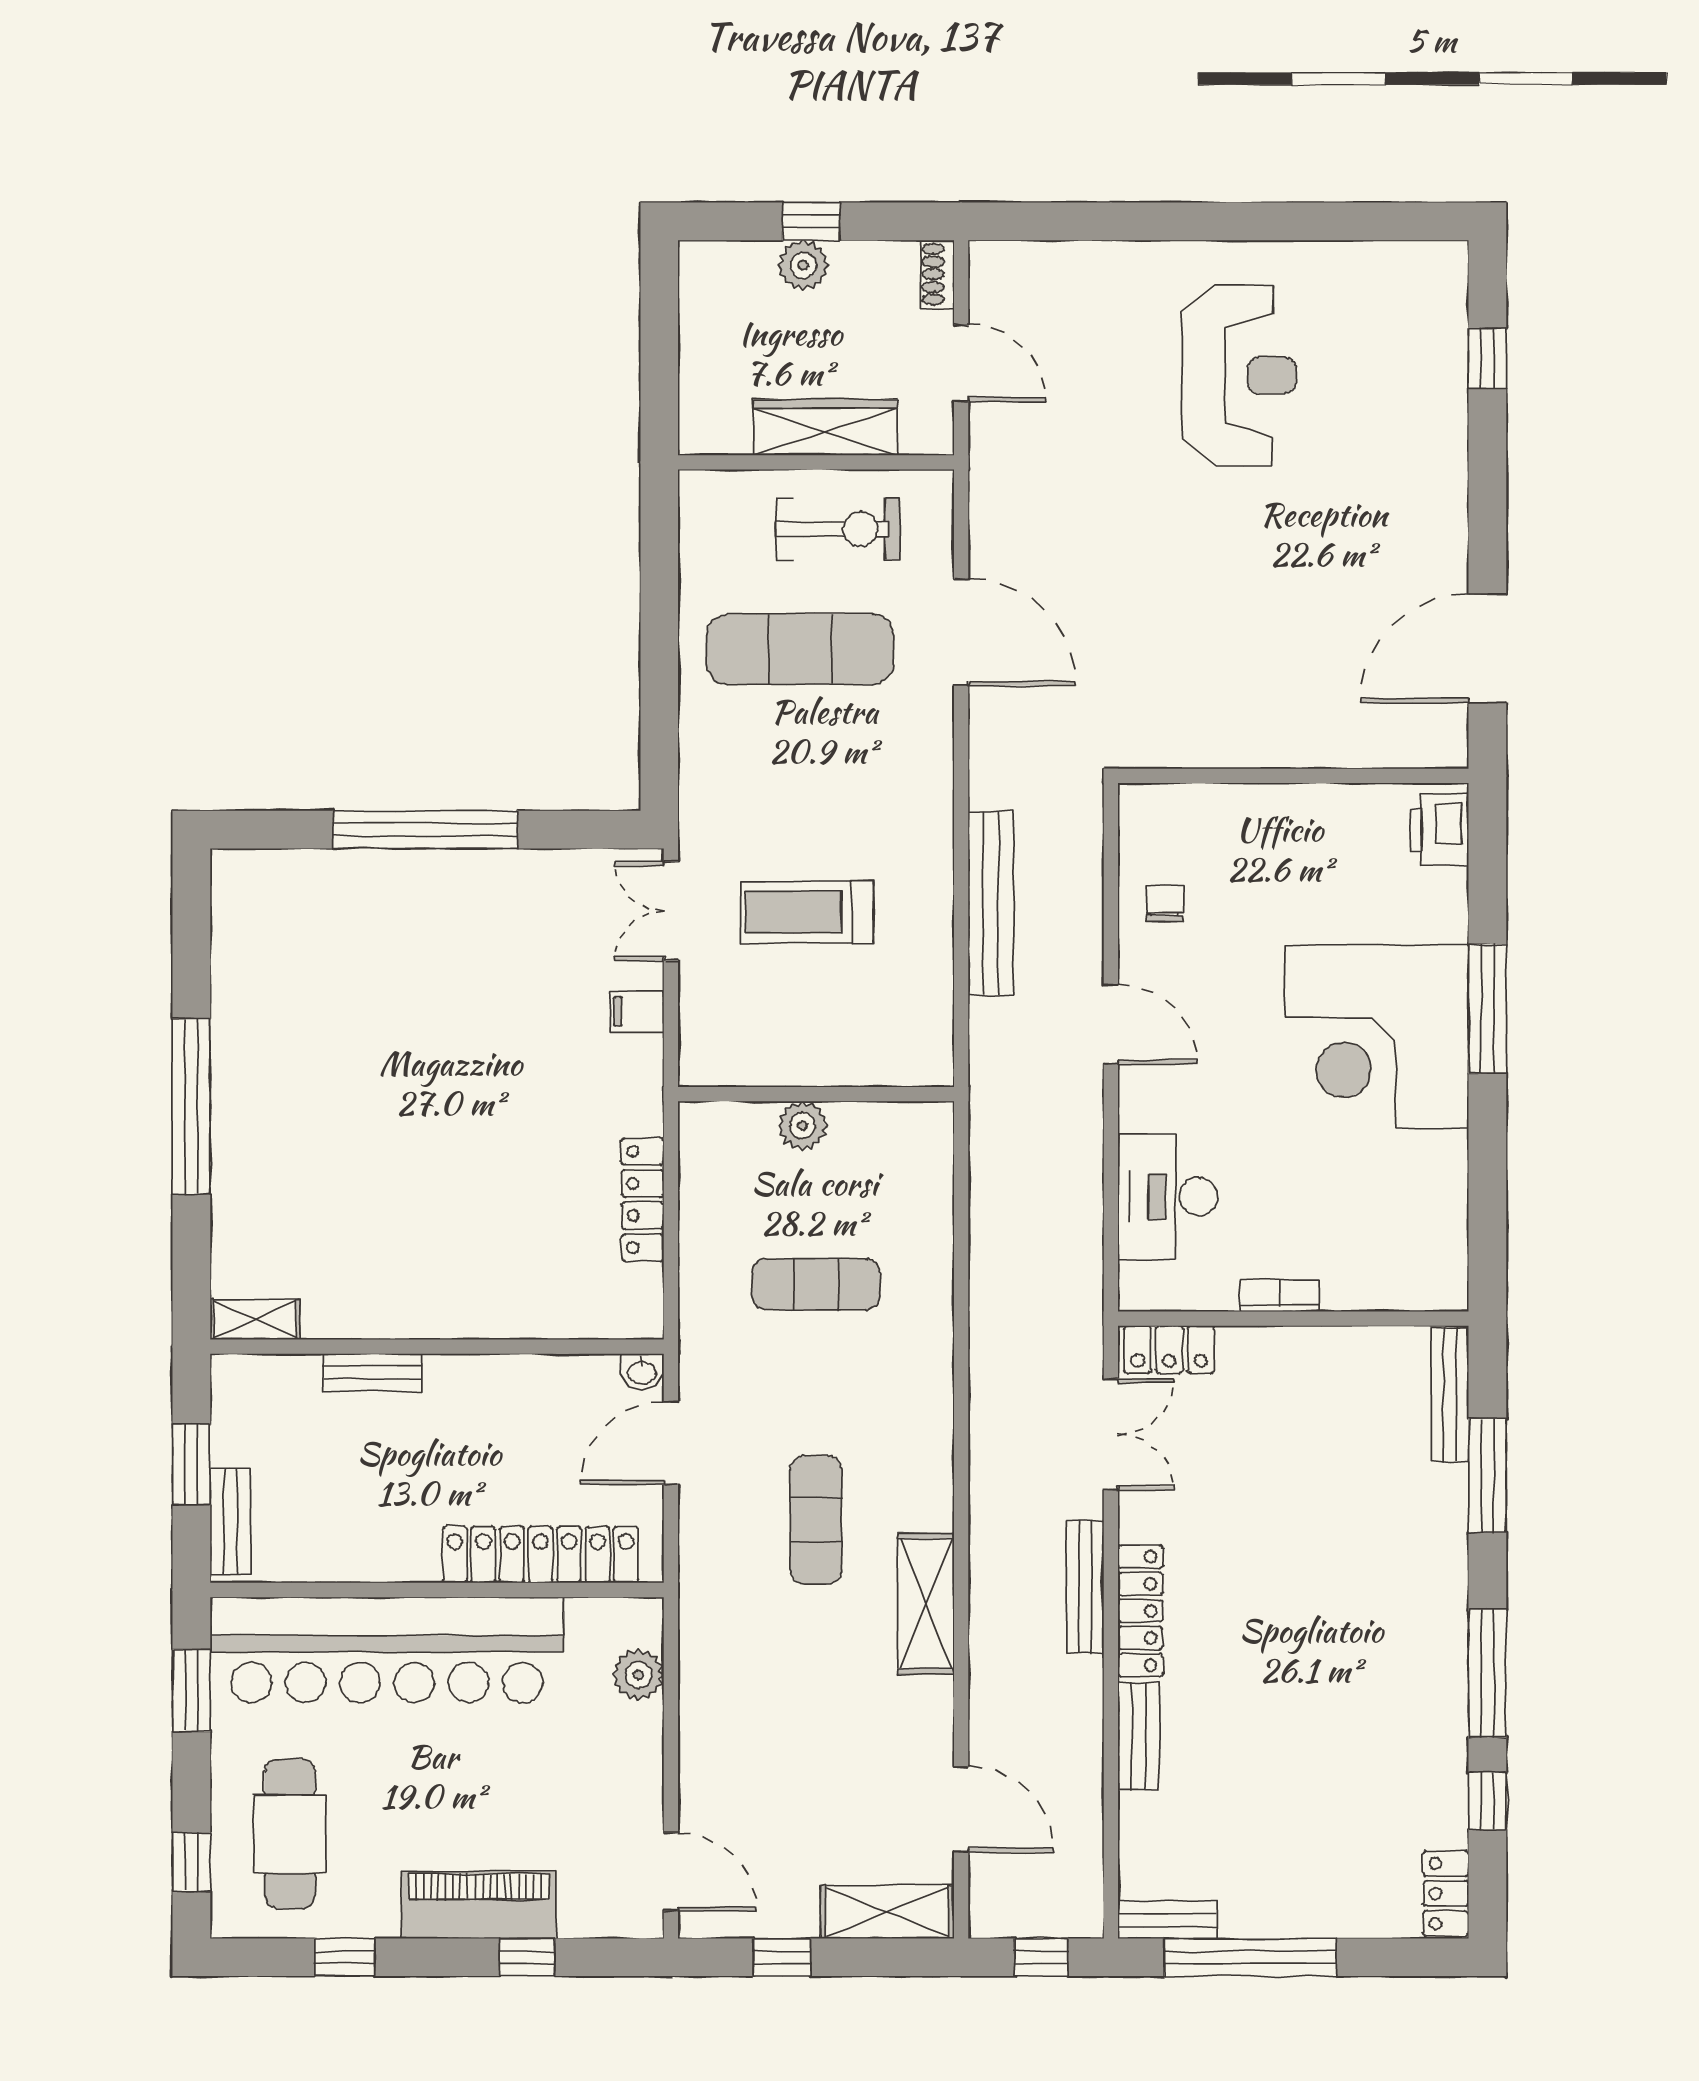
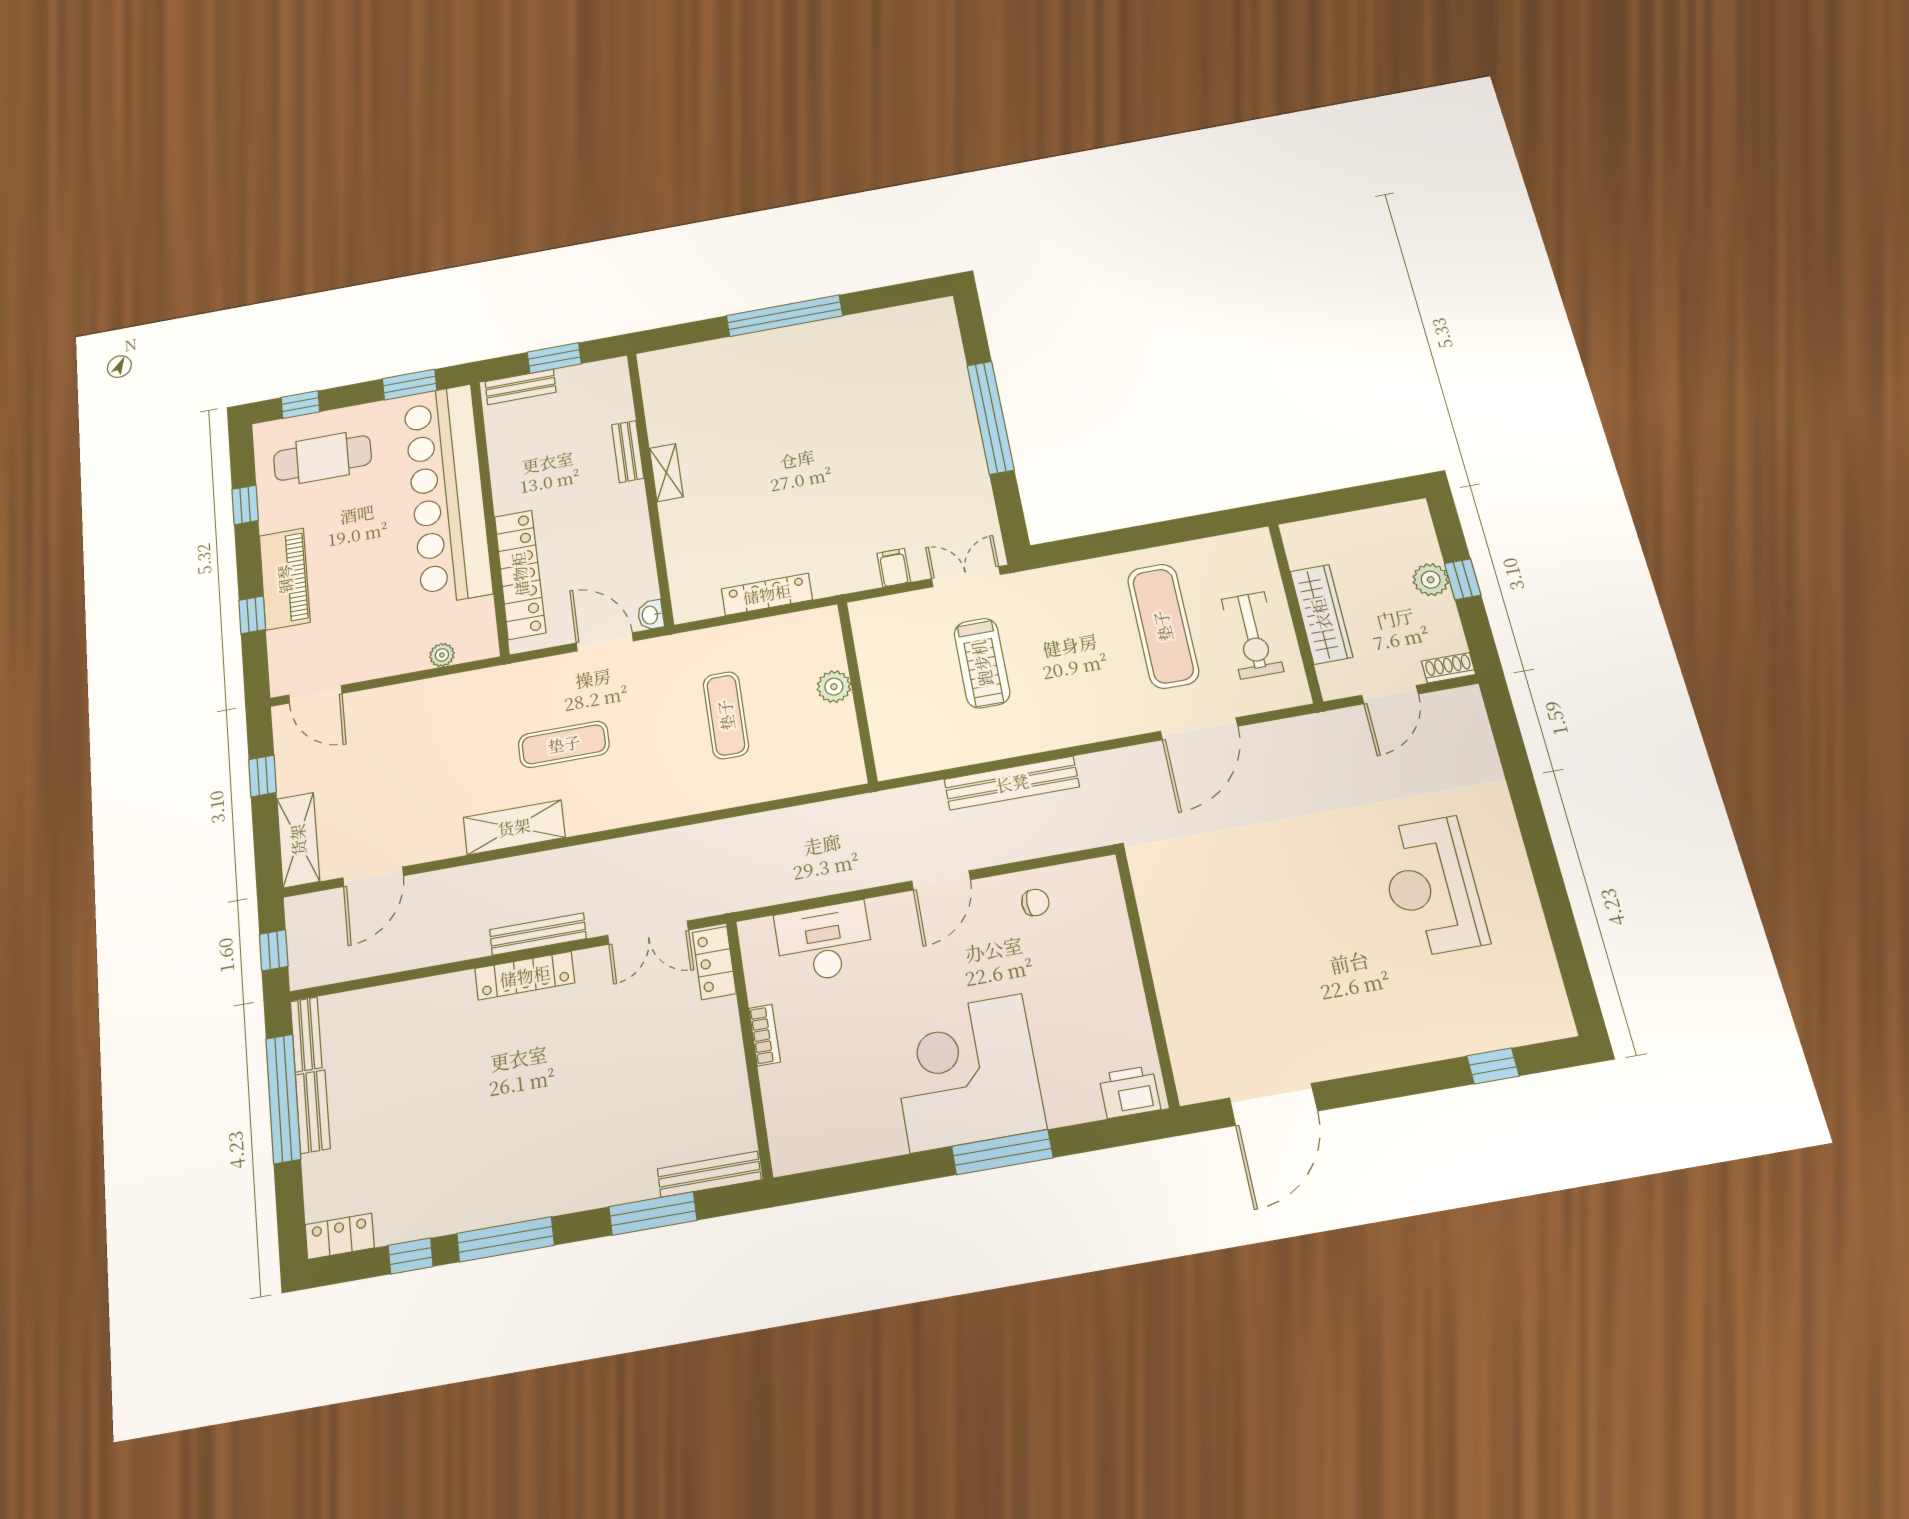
reception desk: (1239, 375) -> (1432, 886), turned 90
door: (1487, 648) -> (1273, 1104), swing flipped
treadmill: (807, 912) -> (982, 663), turned 180
shelving: (255, 1319) -> (666, 473), moved
plant: (638, 1675) -> (442, 655), width x0.73, depth x0.73
bench: (1138, 1736) -> (313, 1112), moved, turned 90
door: (671, 1872) -> (315, 694), hinge flipped

